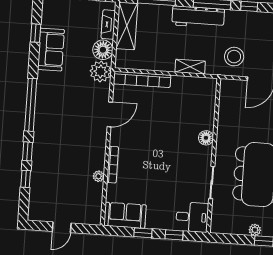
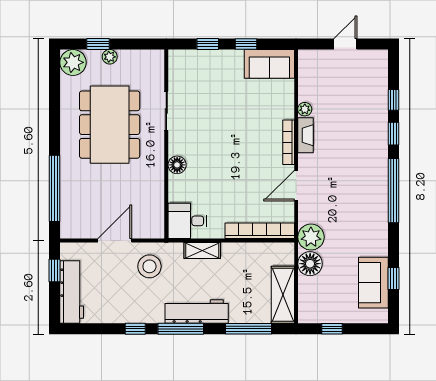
fireplace: (108, 24) -> (305, 135), moved
sofa: (51, 50) -> (373, 283), moved
bookcase: (113, 165) -> (289, 142), moved
desk: (192, 217) -> (187, 221), moved

